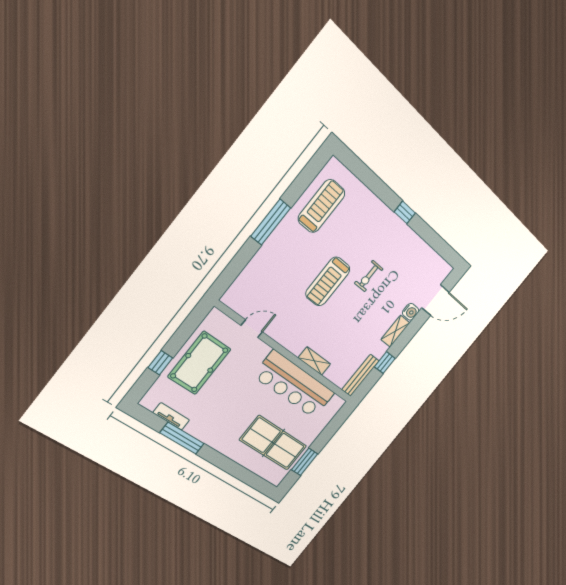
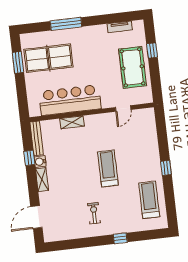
treadmill: (322, 206) -> (149, 200), turned 180
window: (405, 212) -> (120, 238), moved
window: (271, 222) -> (166, 168), width x0.46
exercise bike: (369, 276) -> (94, 213), moved
water cooler: (411, 312) -> (40, 162), moved
window: (182, 438) -> (66, 24), moved

